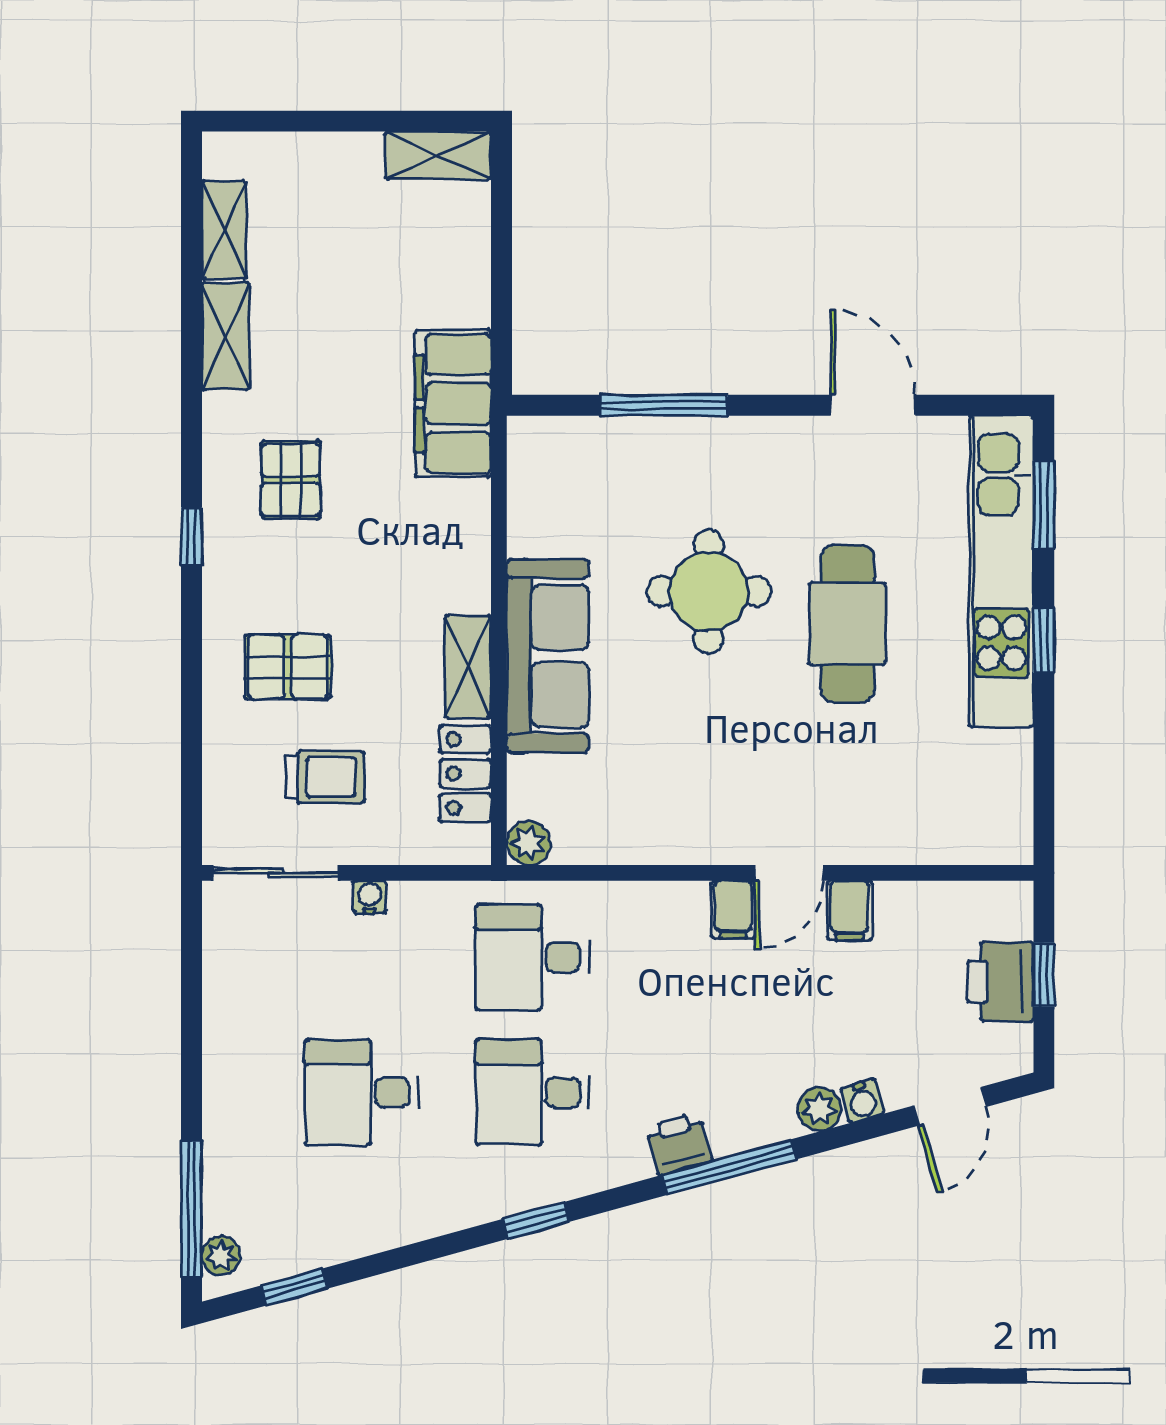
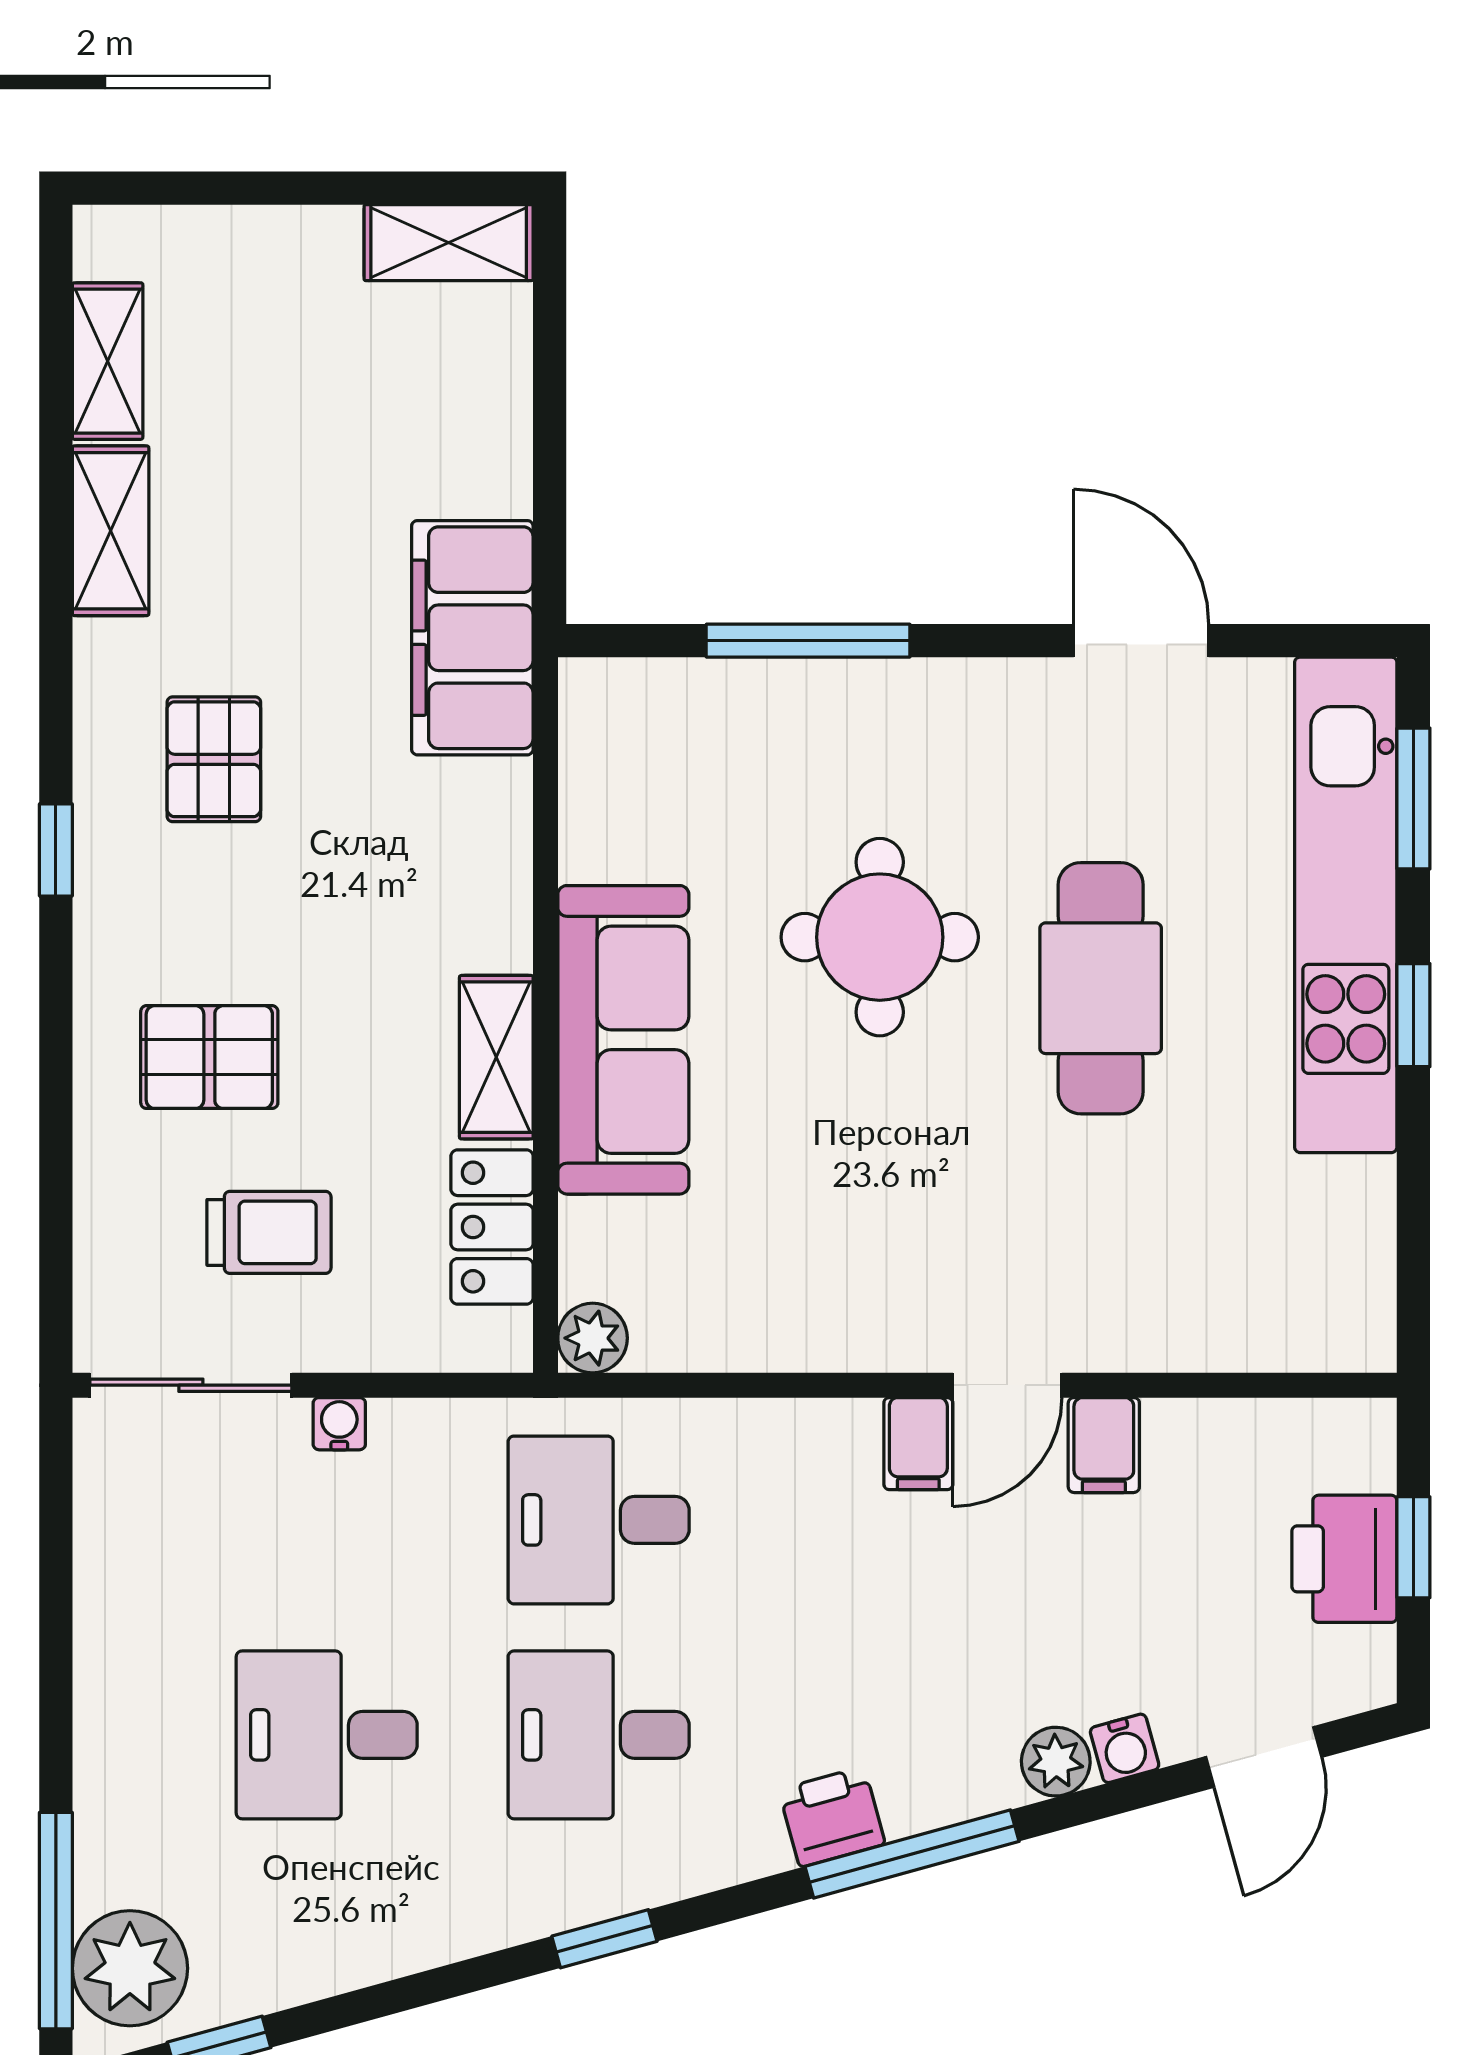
plant: (221, 1256) -> (130, 1968), width x1.87, depth x1.87

